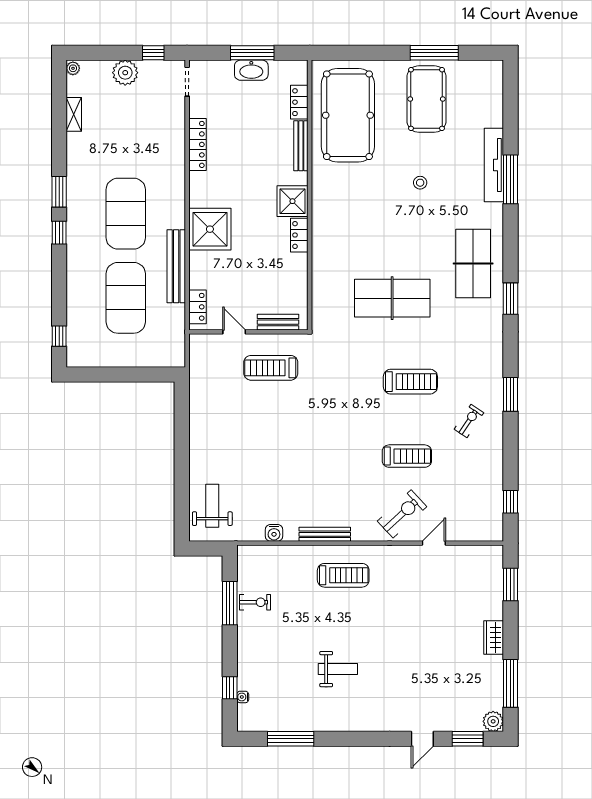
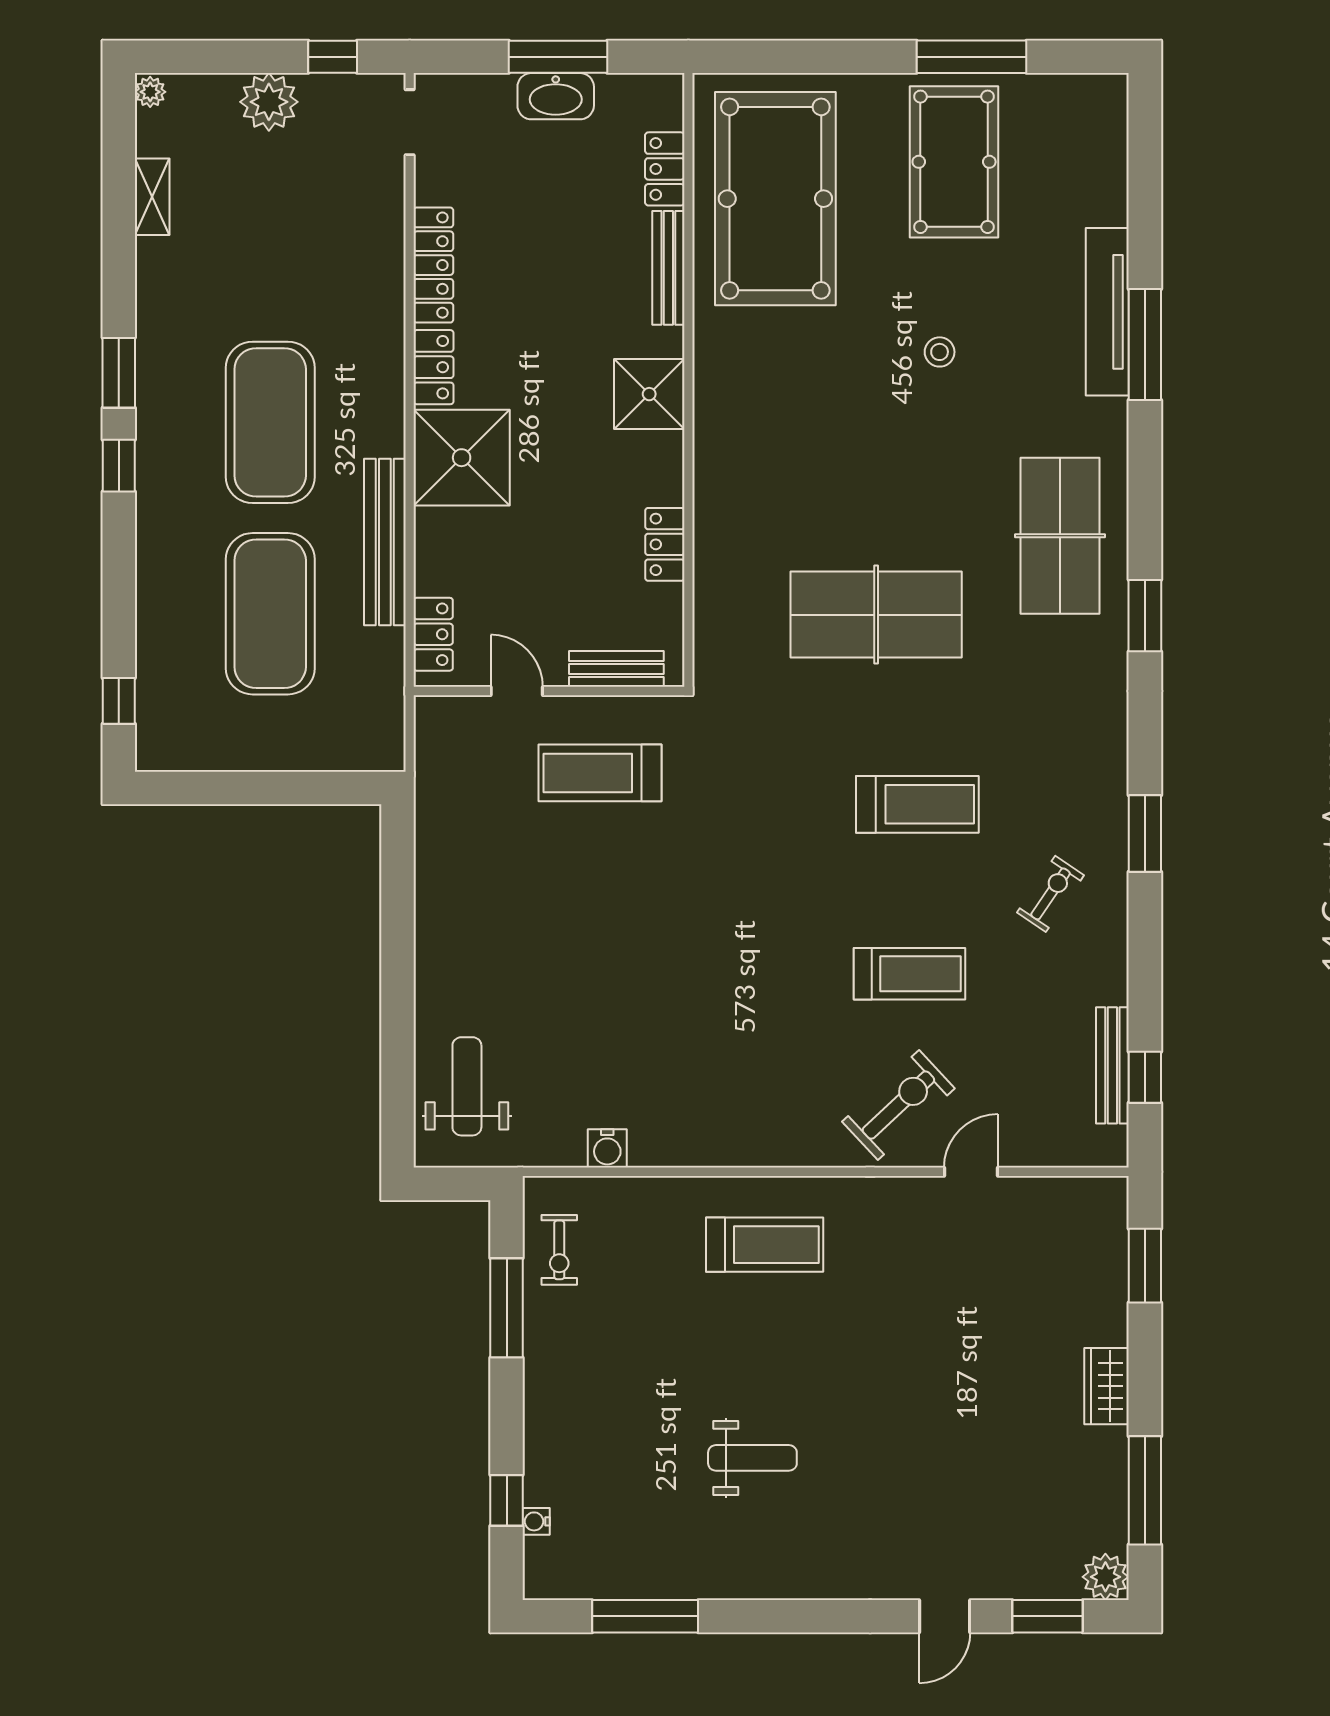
locker: (198, 189) -> (434, 367), added
locker: (299, 235) -> (665, 544), moved
bench: (325, 534) -> (1112, 1065), moved, turned 90
exercise bike: (255, 602) -> (559, 1250), moved, turned 90

